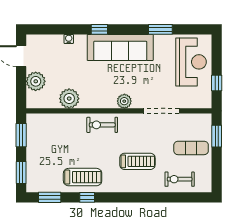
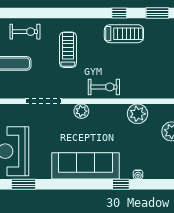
window: (99, 29) -> (121, 184), moved
window: (160, 29) -> (23, 184), moved
treadmill: (137, 161) -> (68, 50), turned 90
treadmill: (83, 177) -> (124, 34), turned 180

